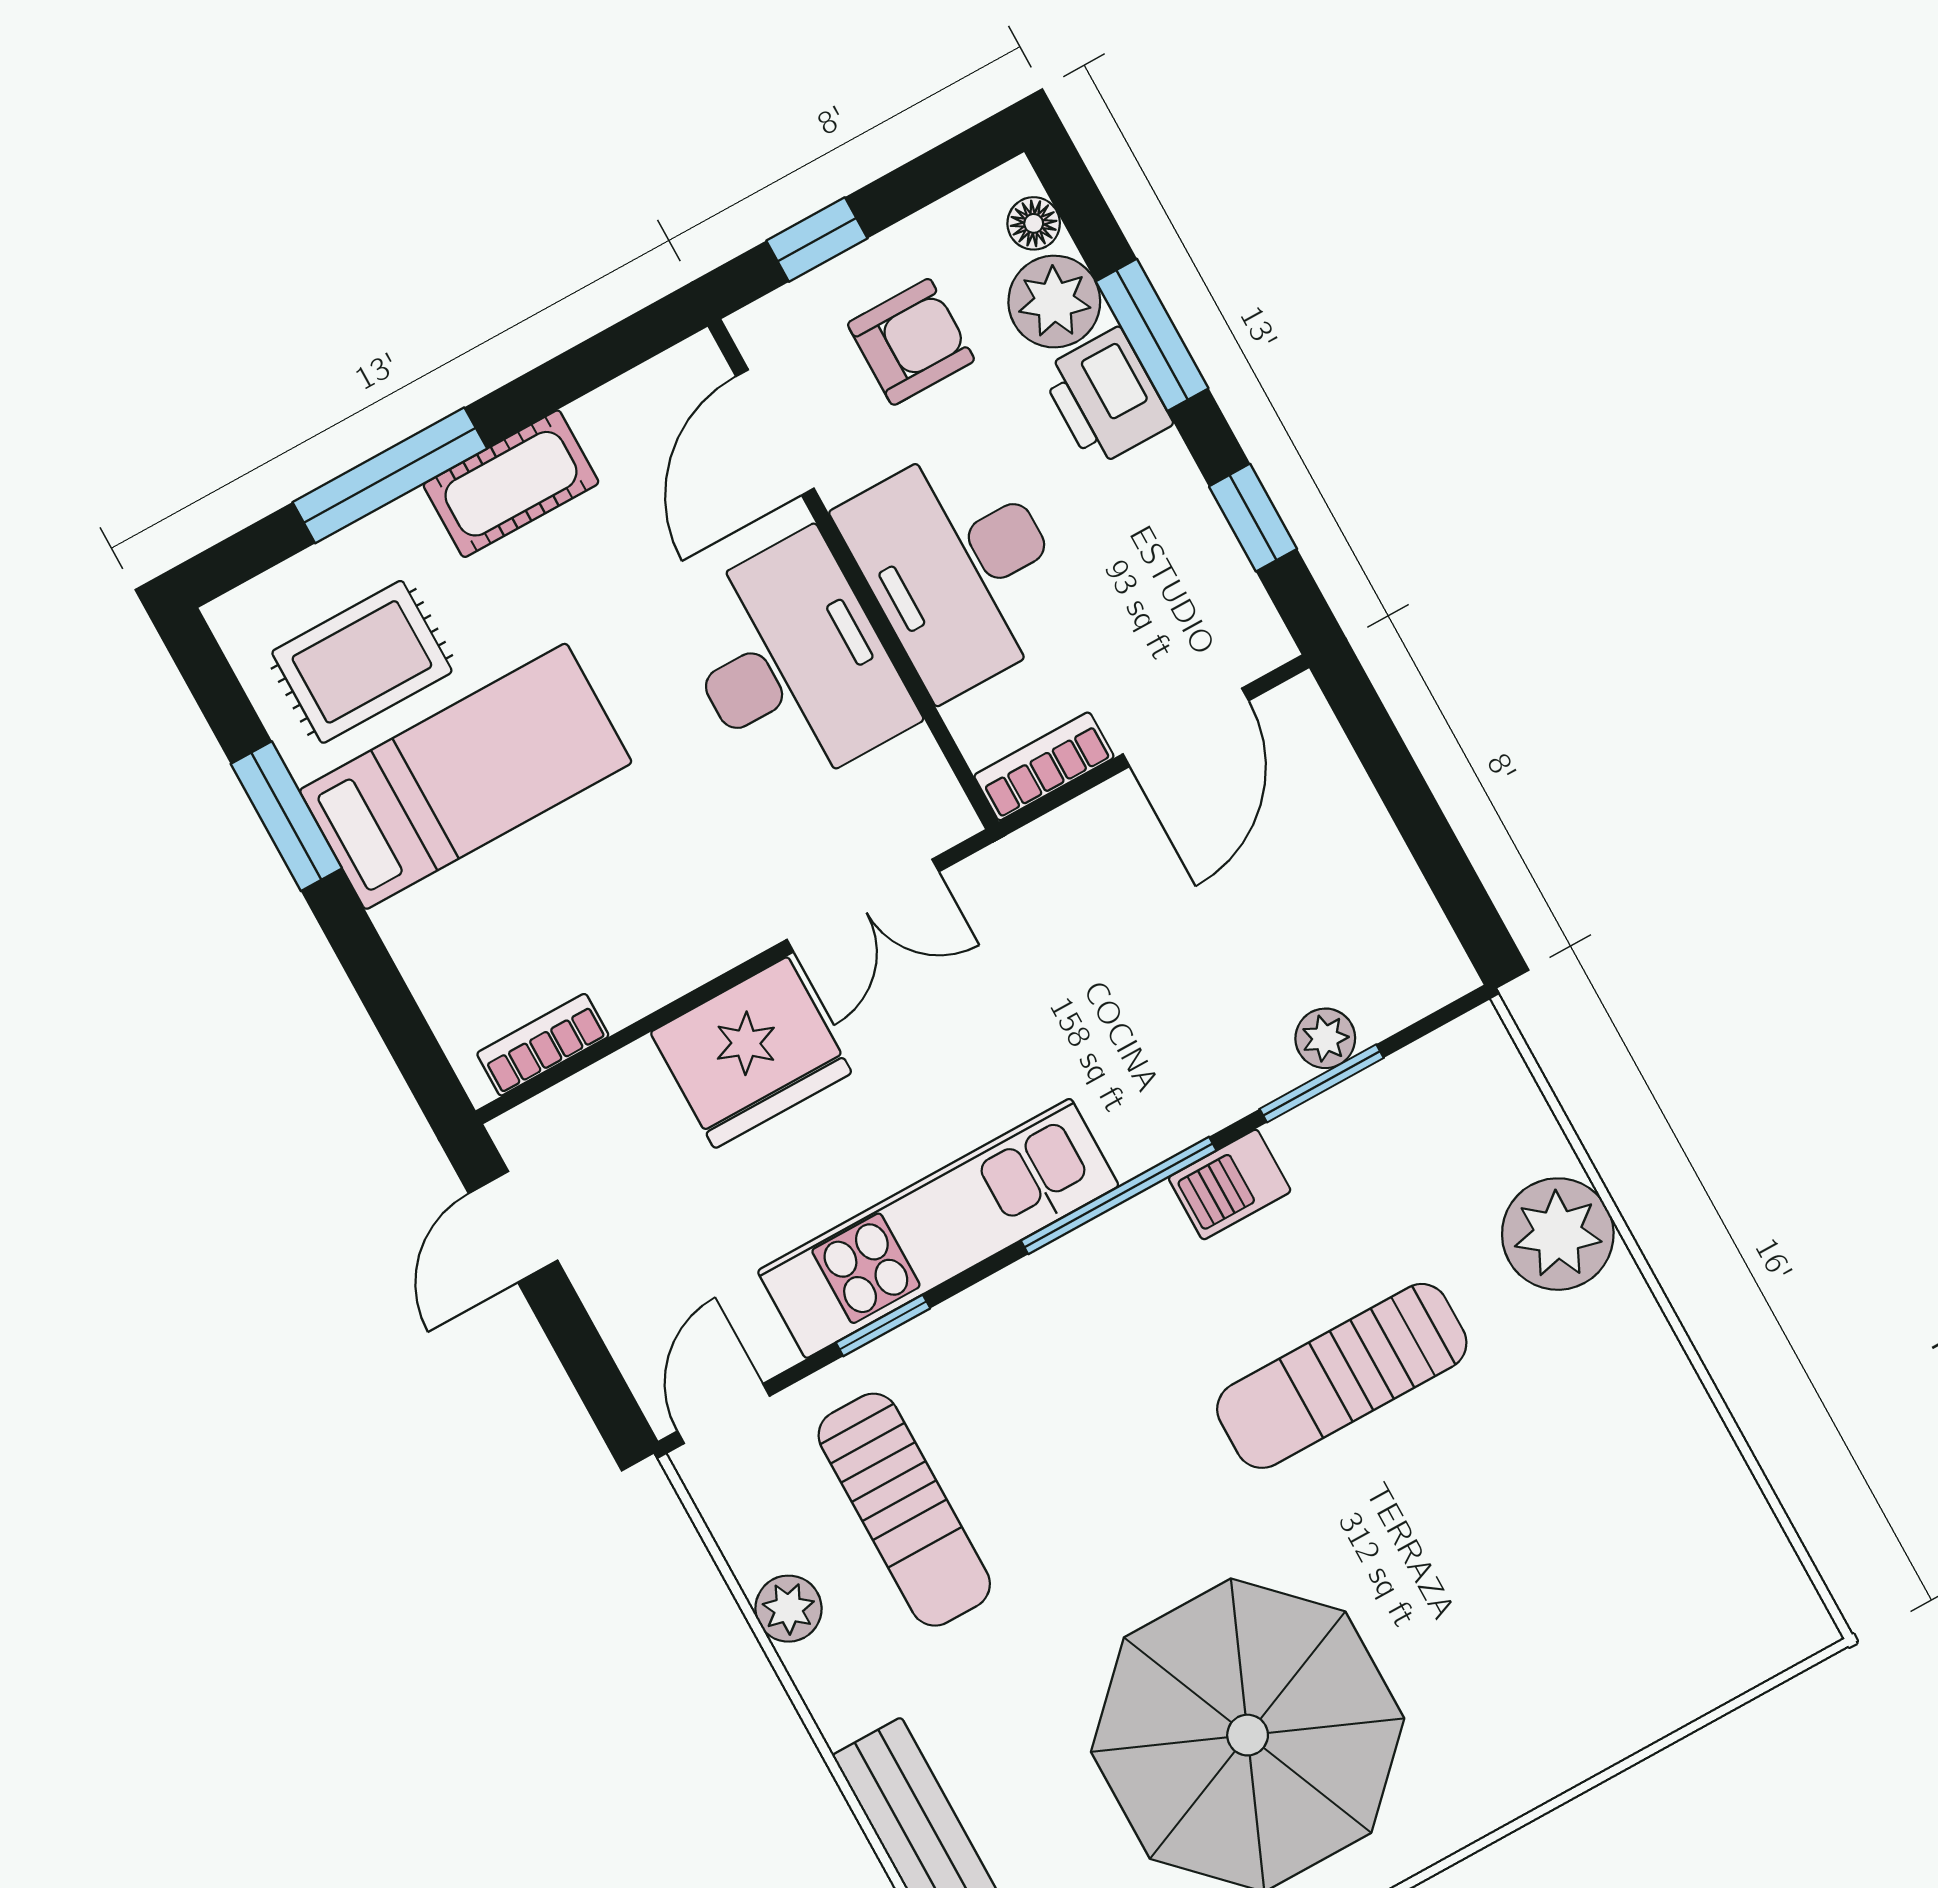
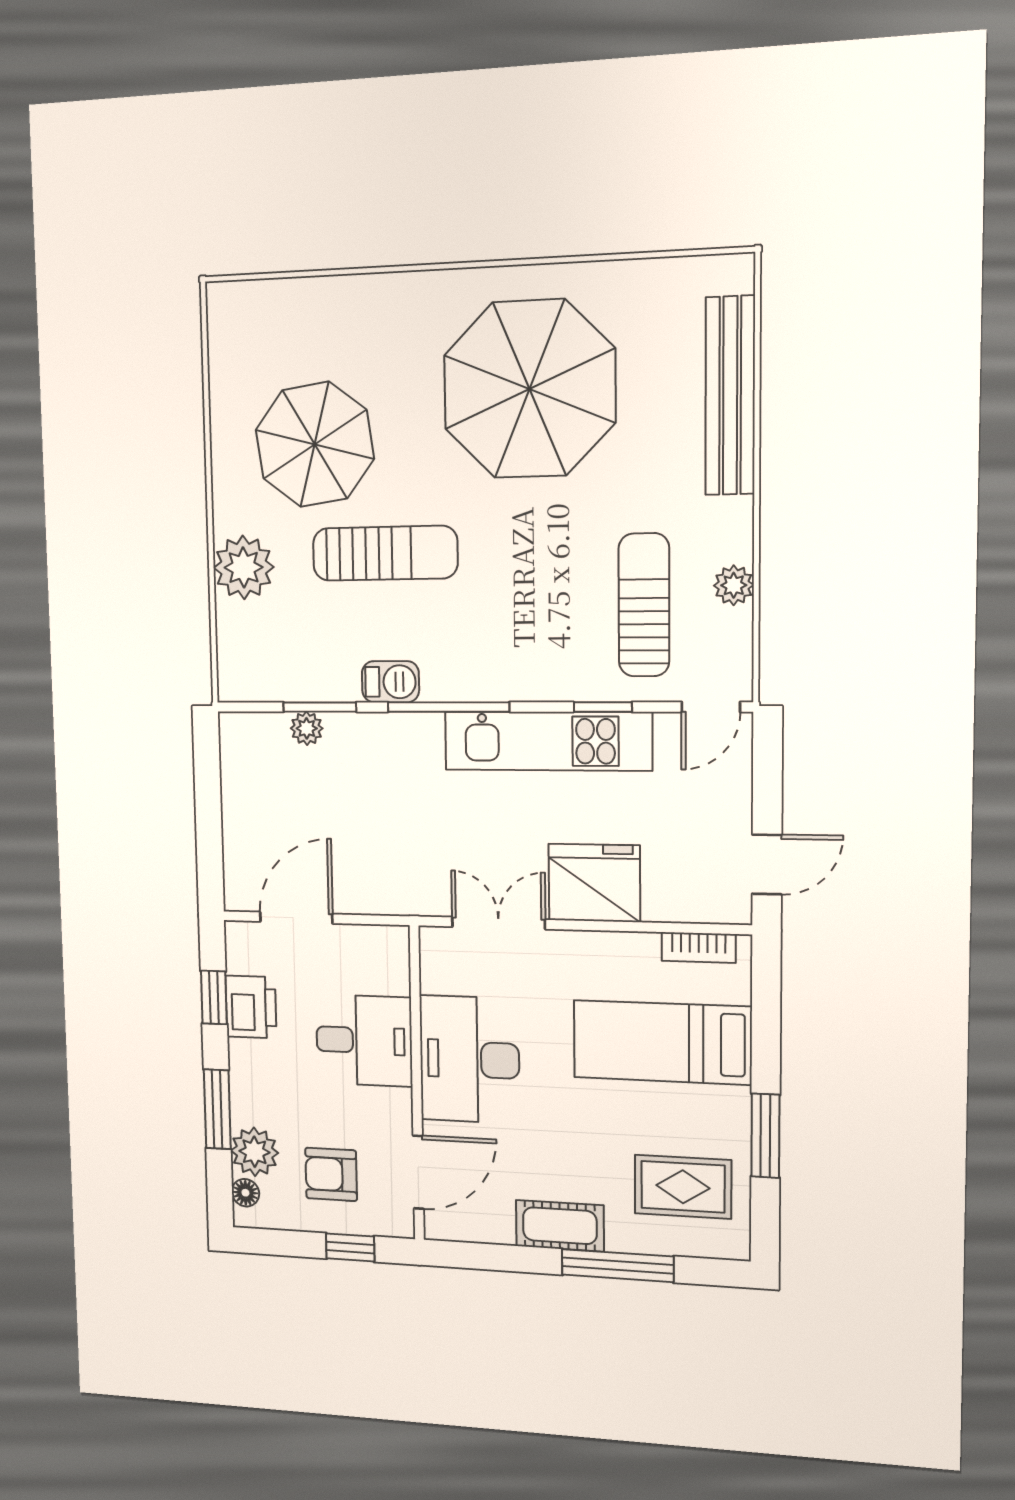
printer: (1106, 397) -> (251, 1007), moved
desk: (959, 567) -> (364, 1040), width x0.73
bookcase: (1044, 766) -> (374, 939), removed
bed: (466, 776) -> (662, 1042), moved
parasol: (1540, 1483) -> (315, 444), added

